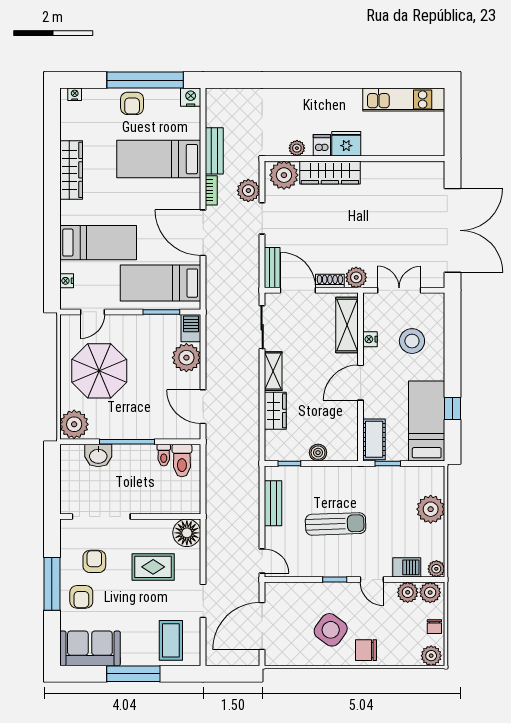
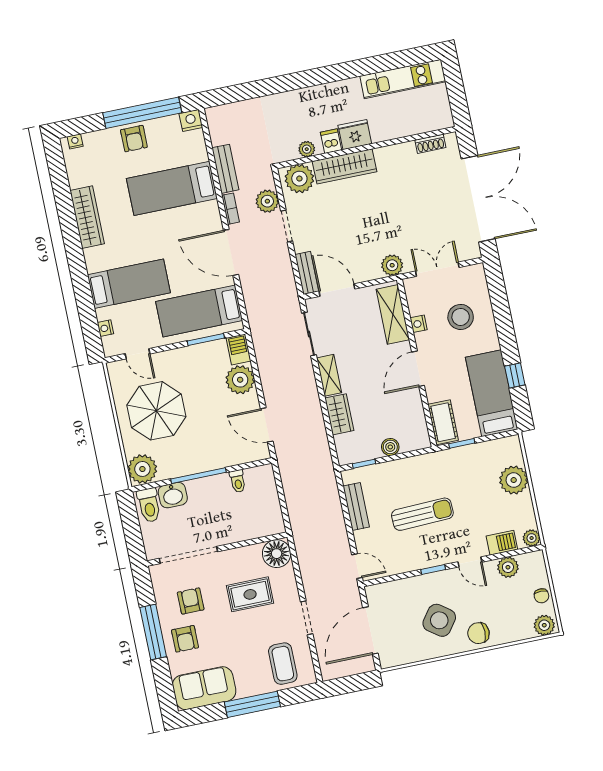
shoe rack: (330, 281) -> (430, 144), moved, turned 180
door: (92, 312) -> (138, 354), hinge flipped
toilet: (182, 461) -> (149, 505), moved
plant: (430, 592) -> (530, 563), removed

